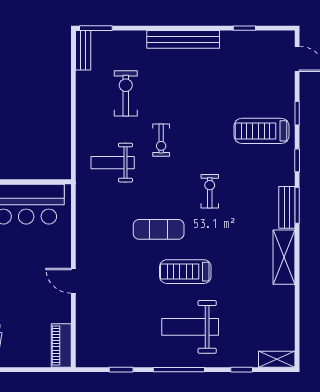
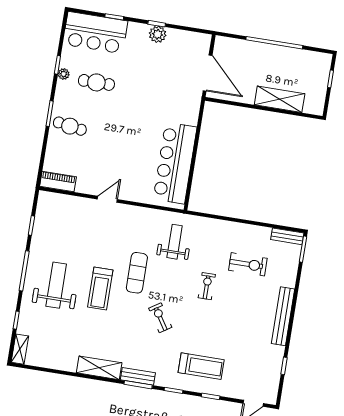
treadmill: (261, 131) -> (201, 366), turned 90
exercise bike: (161, 140) -> (207, 286), turned 90
weight bench: (113, 163) -> (175, 242), moved
exercise bike: (210, 191) -> (160, 318), turned -123
treadmill: (185, 272) -> (100, 288), turned 180

